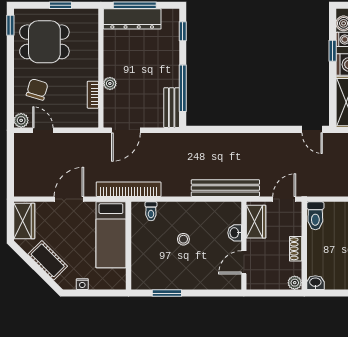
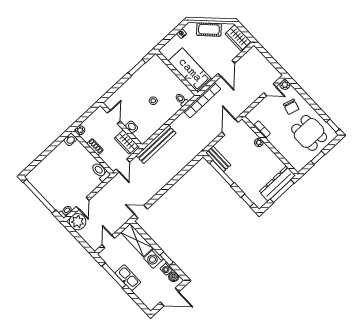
dining table: (44, 42) -> (309, 133), turned 90

